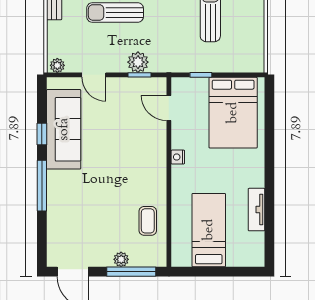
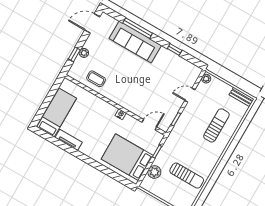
plant: (138, 62) -> (154, 172), moved
sofa: (64, 129) -> (135, 42), moved
window: (42, 186) -> (138, 28), moved
bed: (209, 230) -> (57, 113), moved, turned -90
window: (131, 272) -> (74, 54), width x0.46

